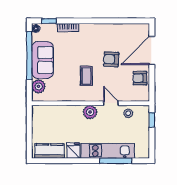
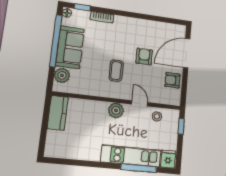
armchair: (111, 59) -> (144, 57), turned 87
kitchen counter: (50, 151) -> (58, 113), moved, turned 90
fridge: (73, 151) -> (168, 159), moved

